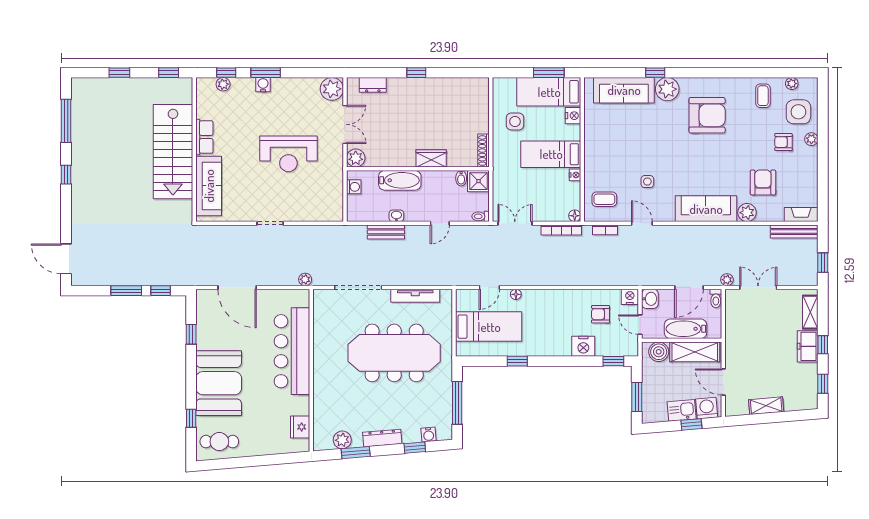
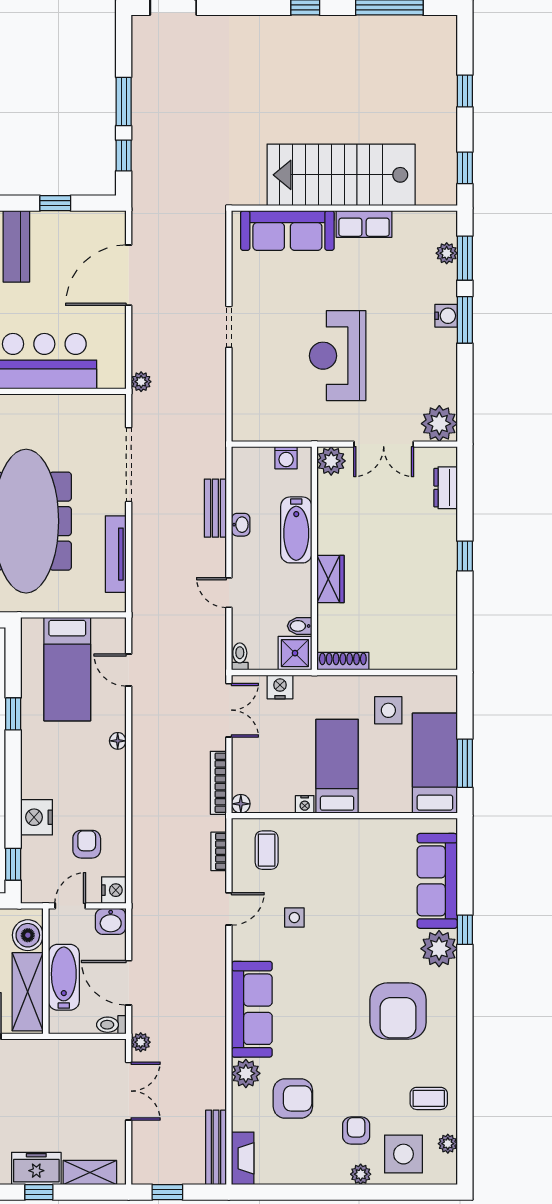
window: (226, 73) -> (465, 258), width x1.50
nightstand: (573, 116) -> (280, 687), moved, turned 180
floor lamp: (516, 294) -> (118, 741), moved

